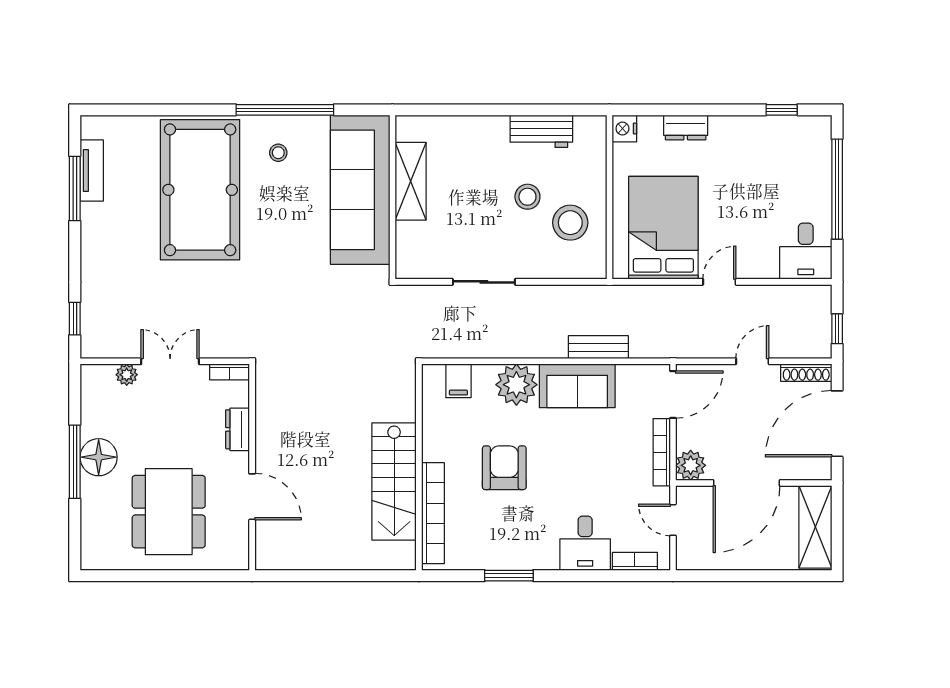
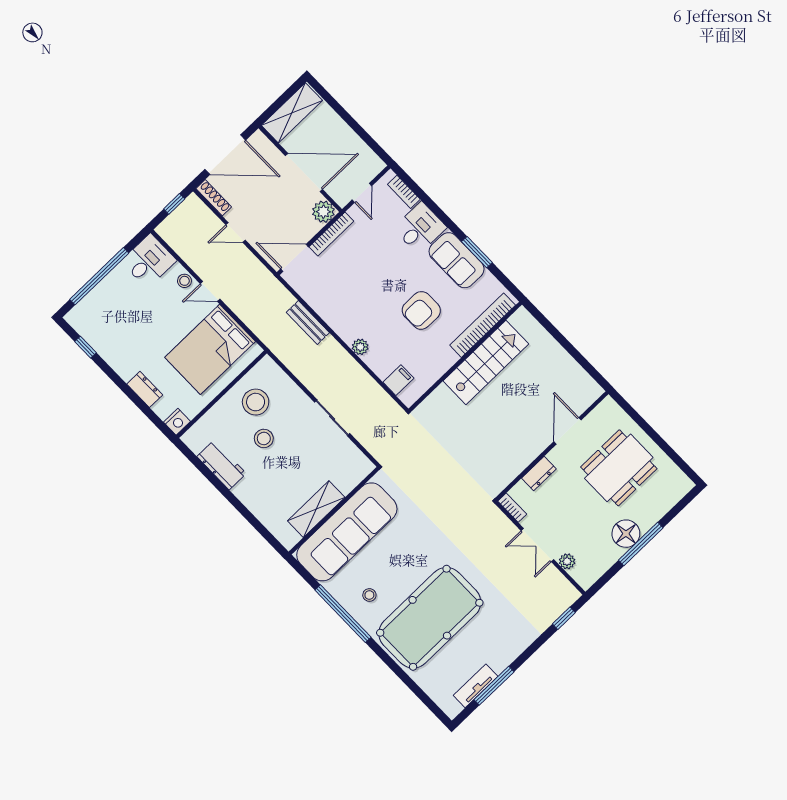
stool: (753, 267) -> (184, 281), added
plant: (516, 385) -> (360, 347), width x0.53, depth x0.53
sofa: (577, 386) -> (457, 260), moved, turned 180

